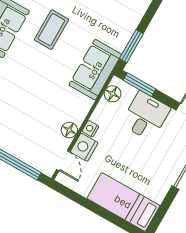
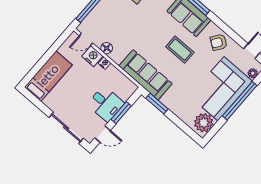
sofa: (95, 70) -> (146, 75), width x1.36
window: (139, 85) -> (121, 113), moved
floor lamp: (113, 94) -> (126, 84), removed

